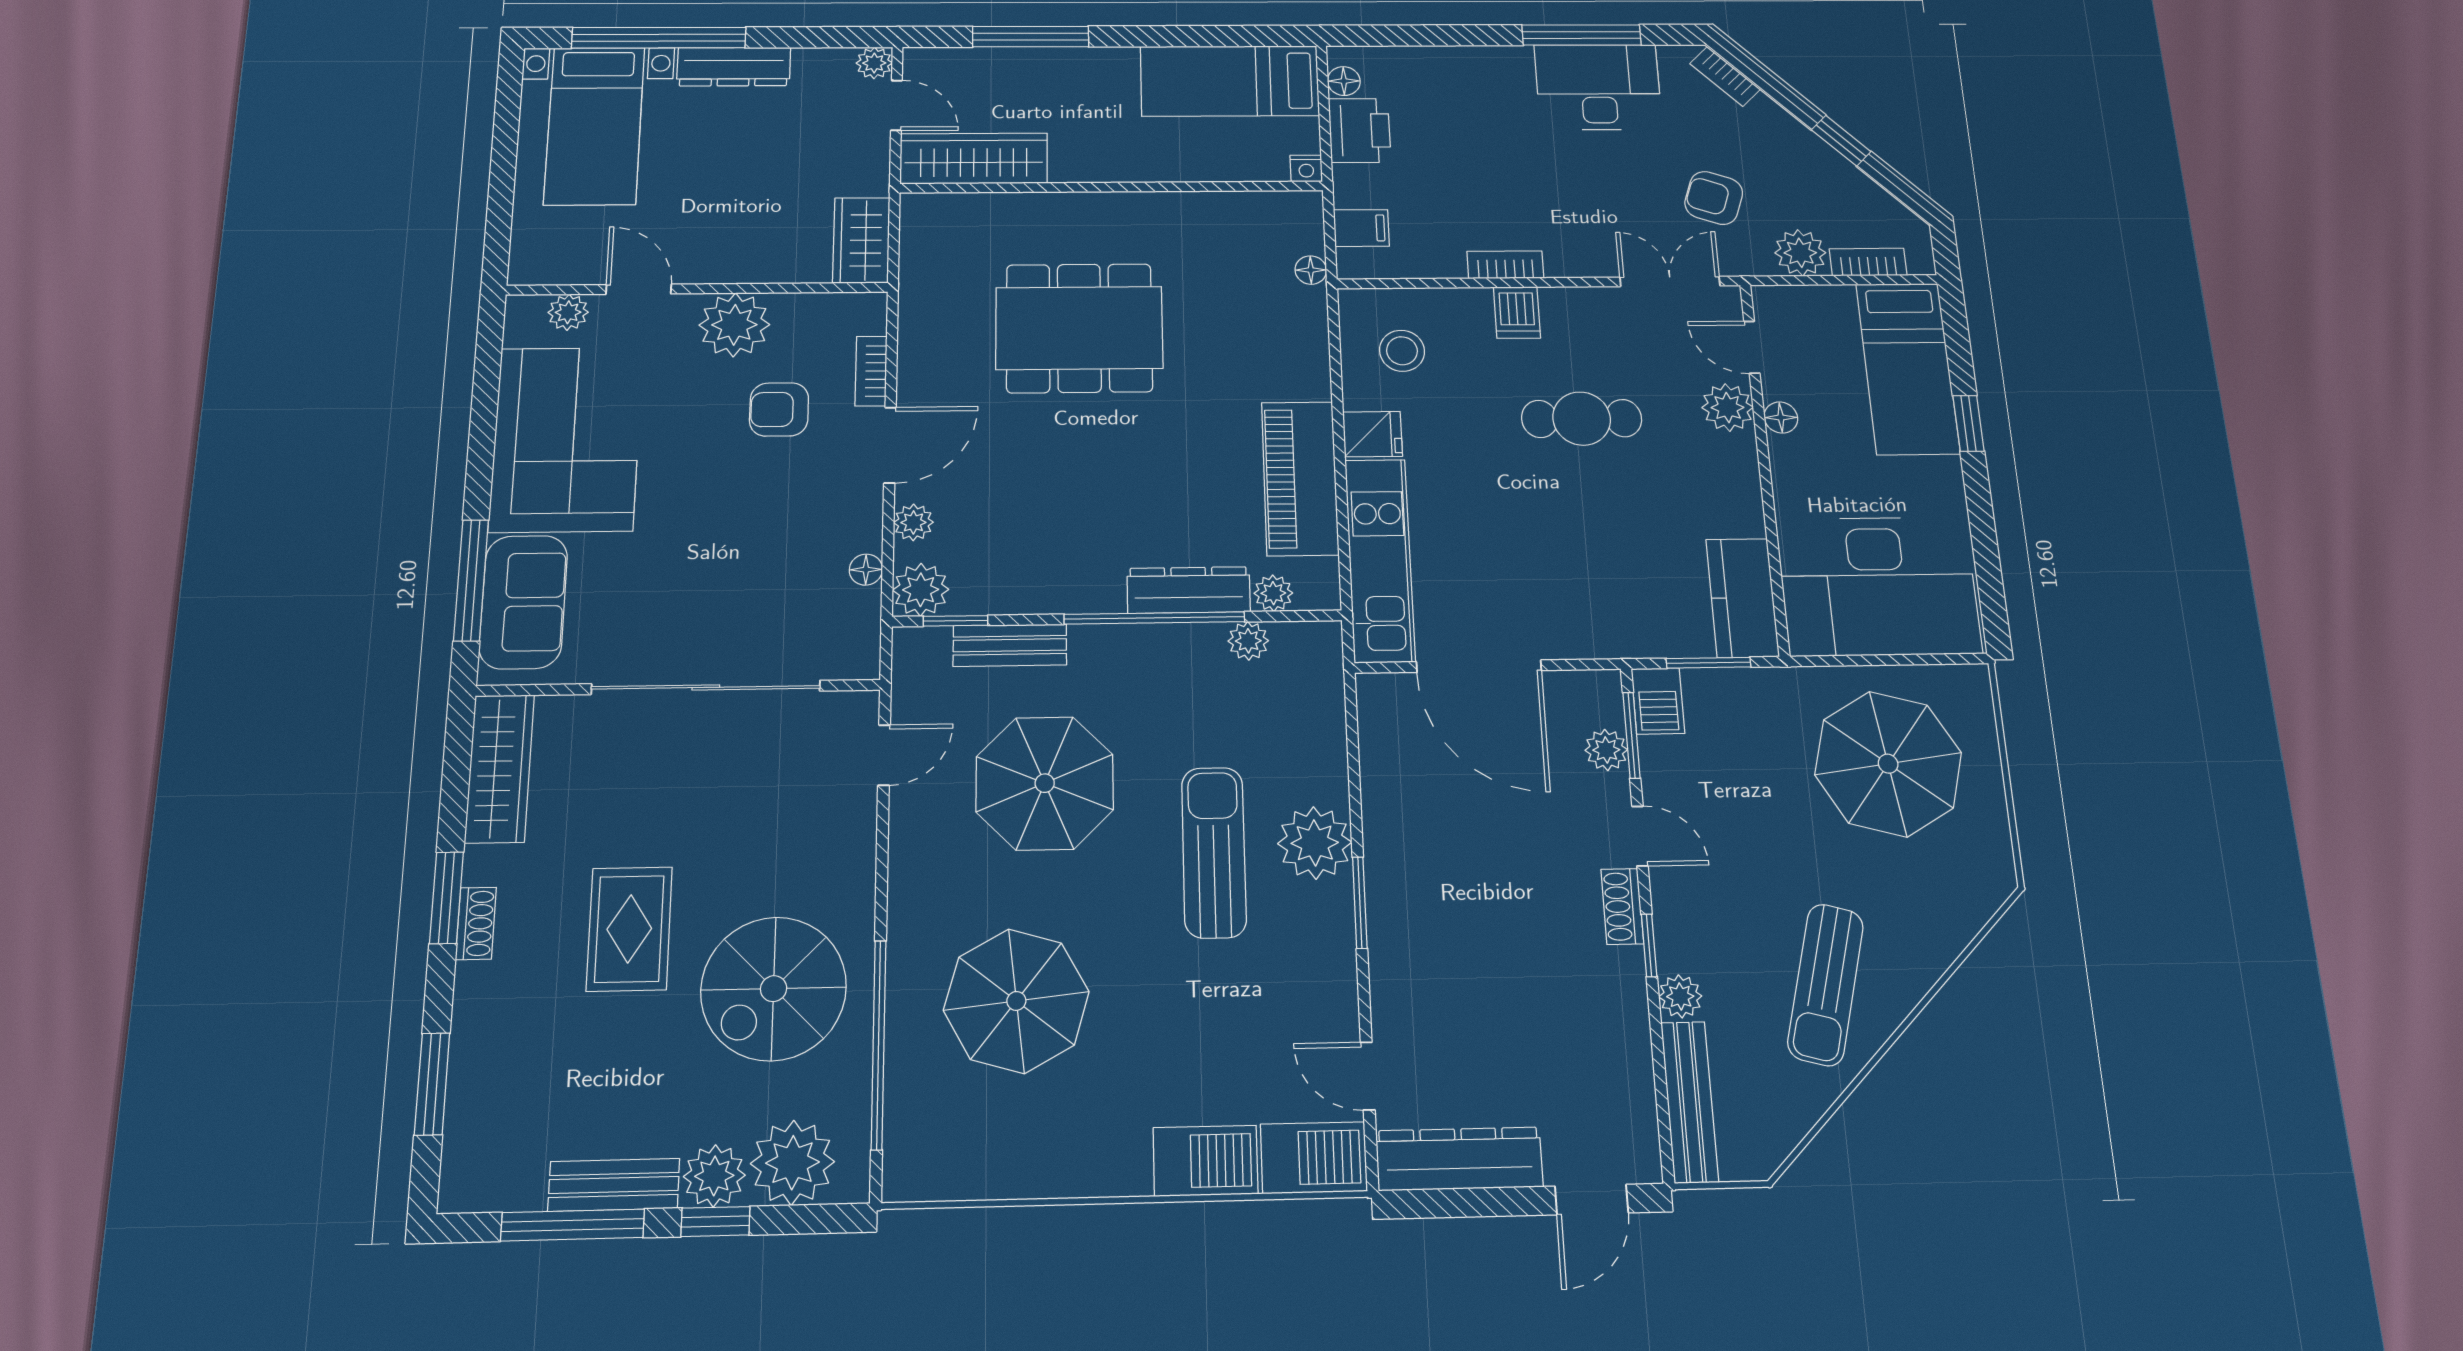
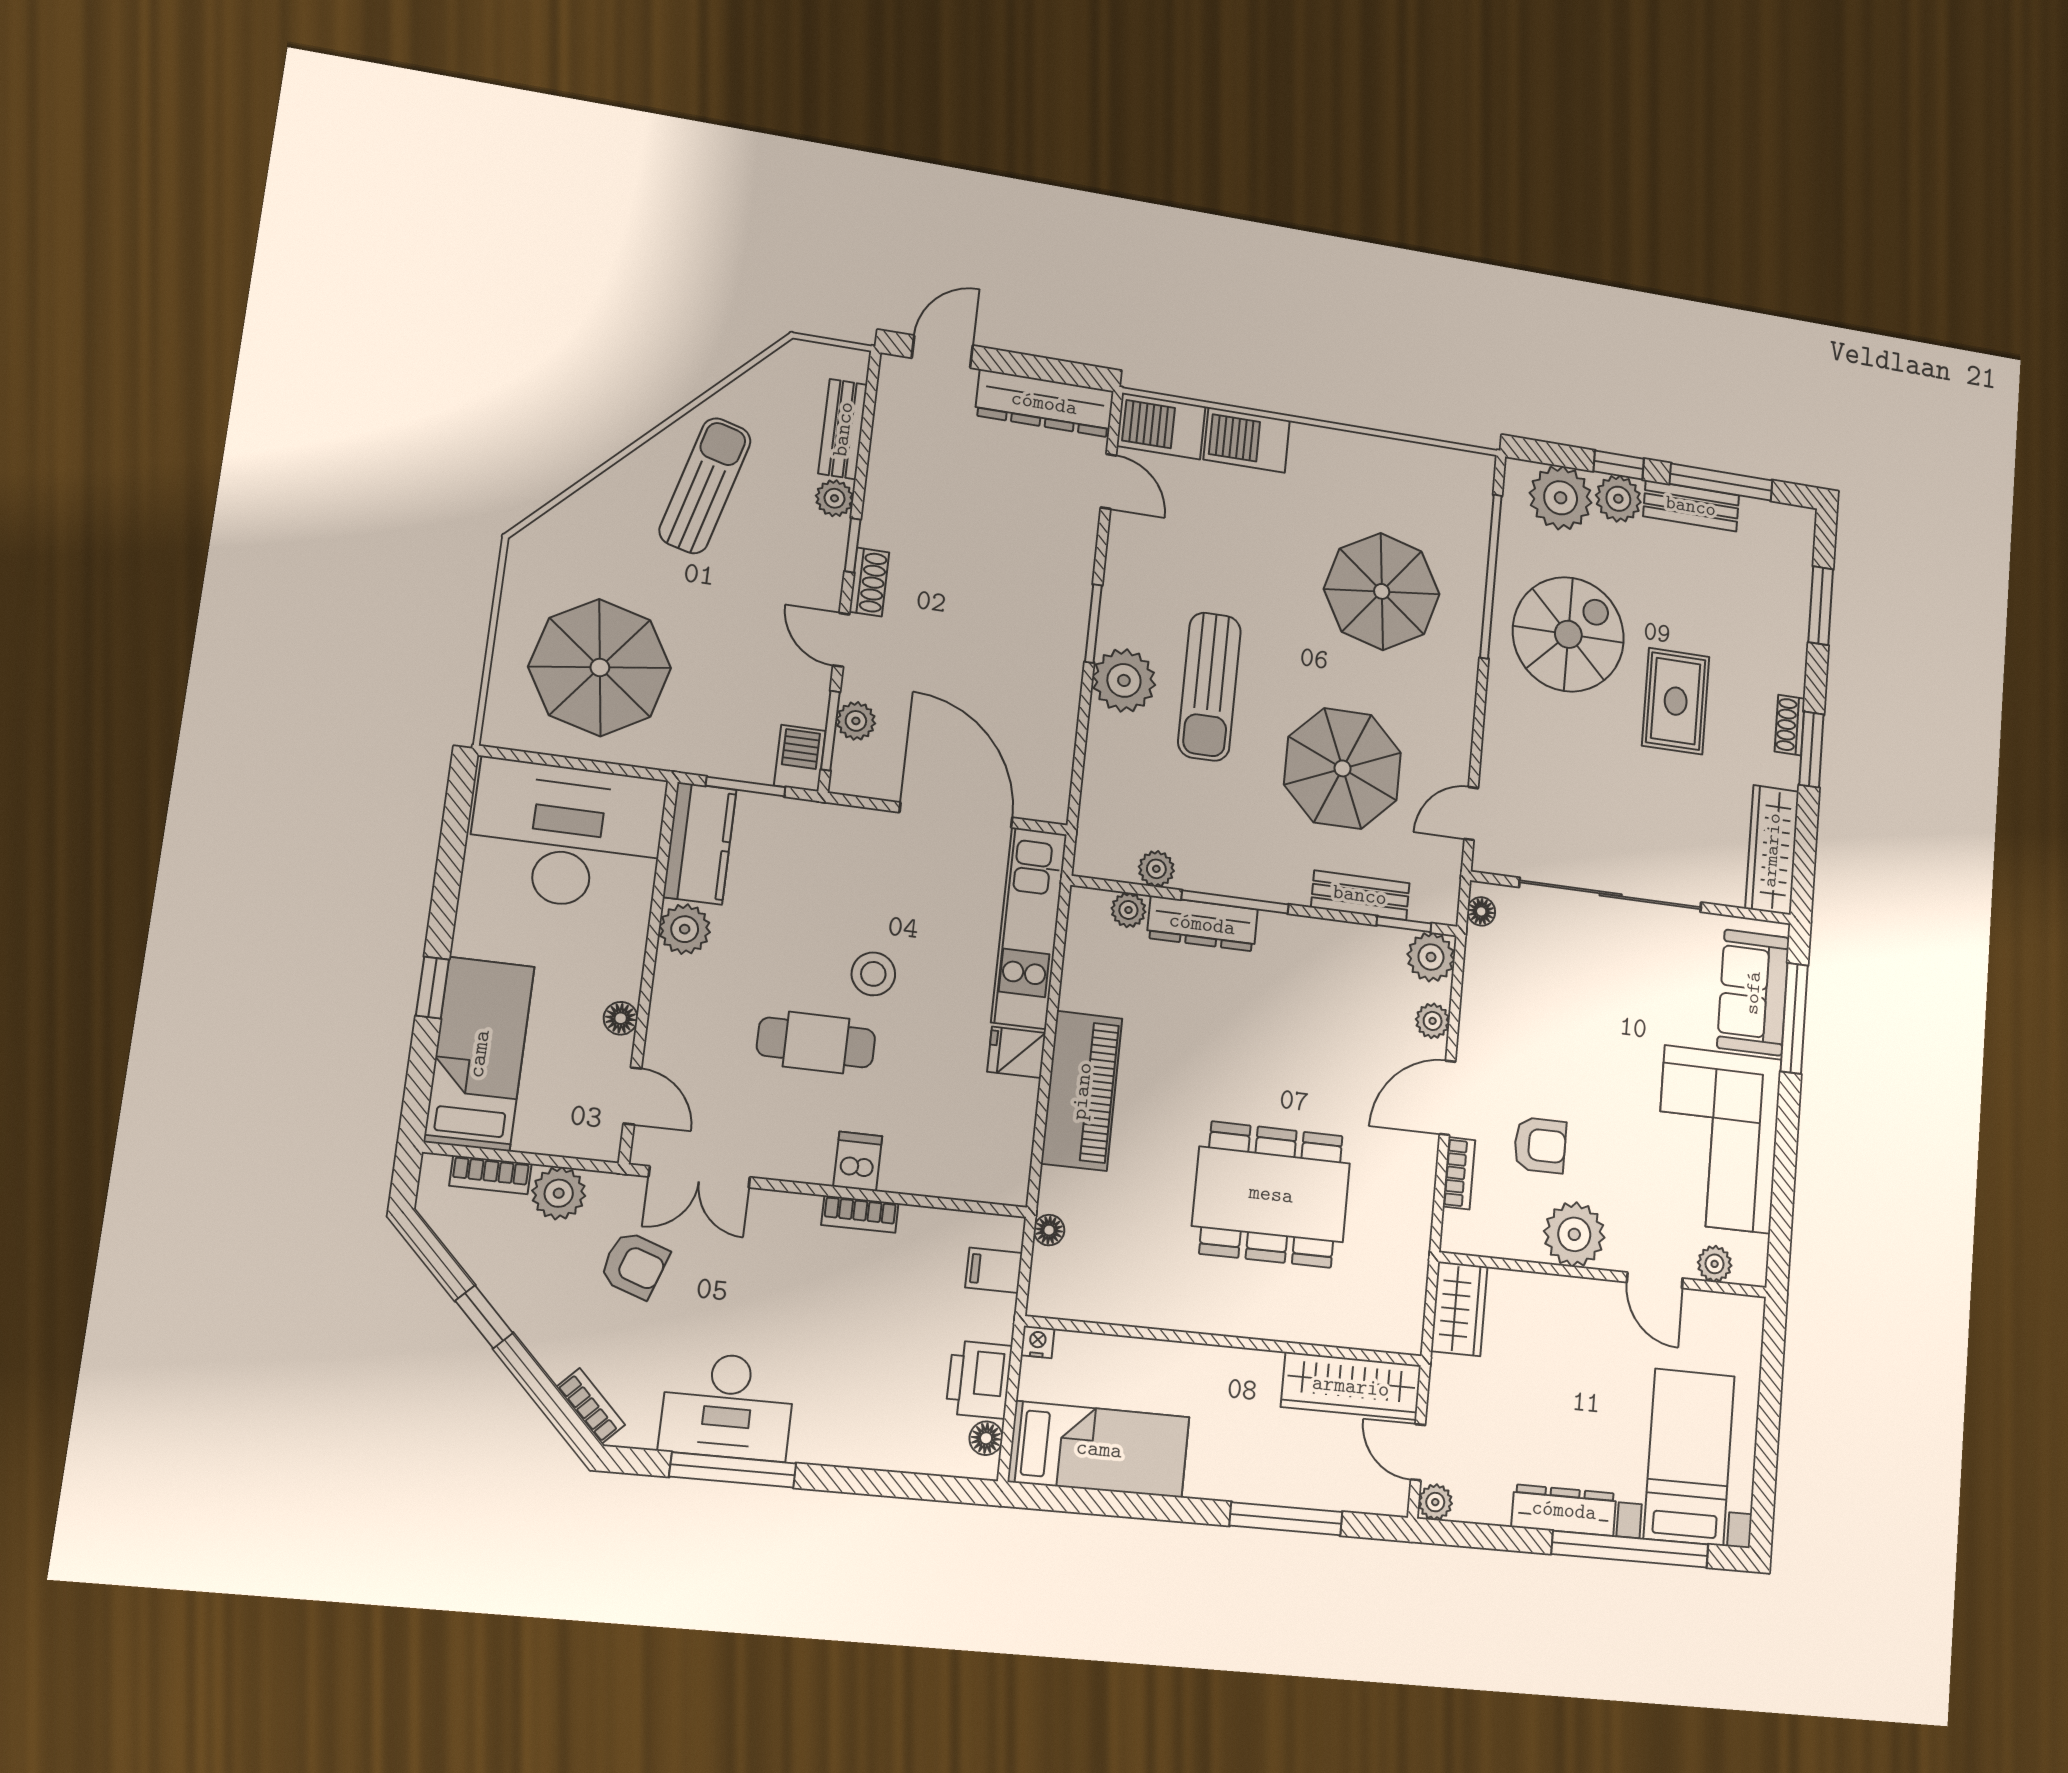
stool: (1402, 351) -> (873, 974), moved
plant: (1728, 407) -> (685, 929), moved
piano: (1300, 478) -> (1082, 1091), moved
floor lamp: (866, 570) -> (1481, 911), moved
window: (1154, 618) -> (1235, 902), width x0.68
bench: (1690, 1102) -> (843, 429), width x0.73

